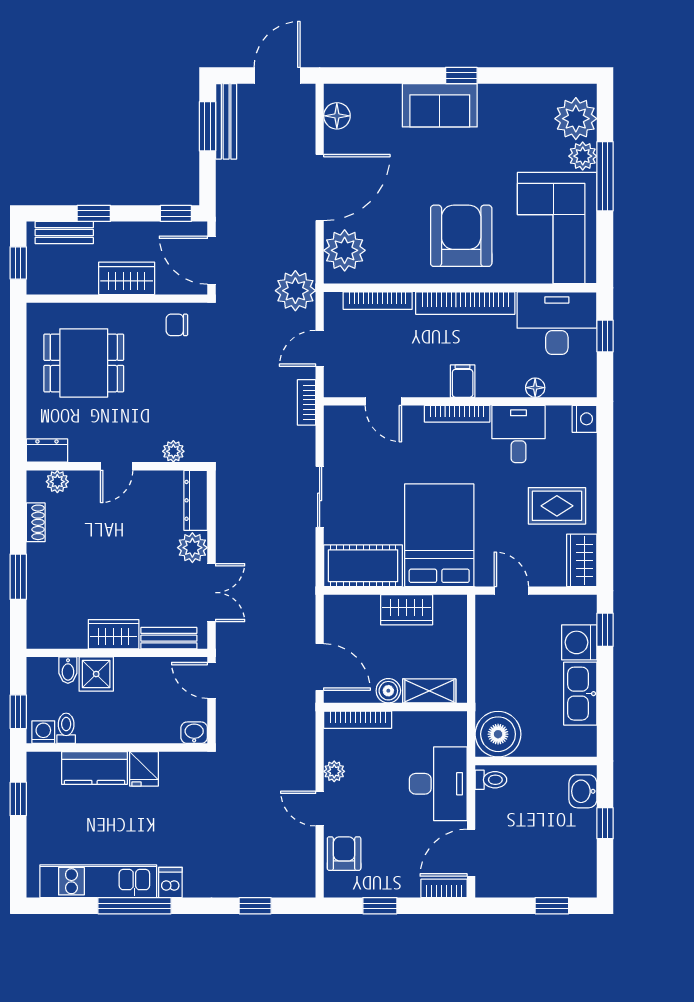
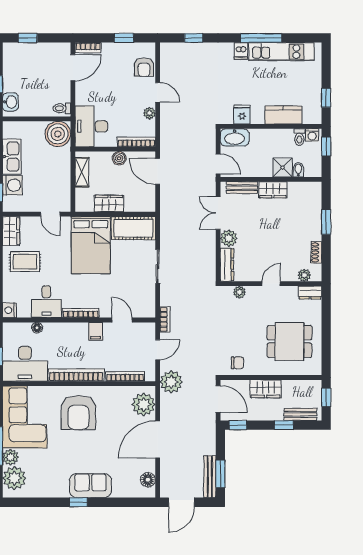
filing cabinet: (463, 381) -> (96, 331), moved
shelving: (429, 691) -> (82, 172), moved, turned 90
washbasin: (194, 733) -> (235, 137), width x1.91, depth x1.45
fridge: (144, 769) -> (242, 115), moved
desk: (438, 784) -> (91, 126), moved

